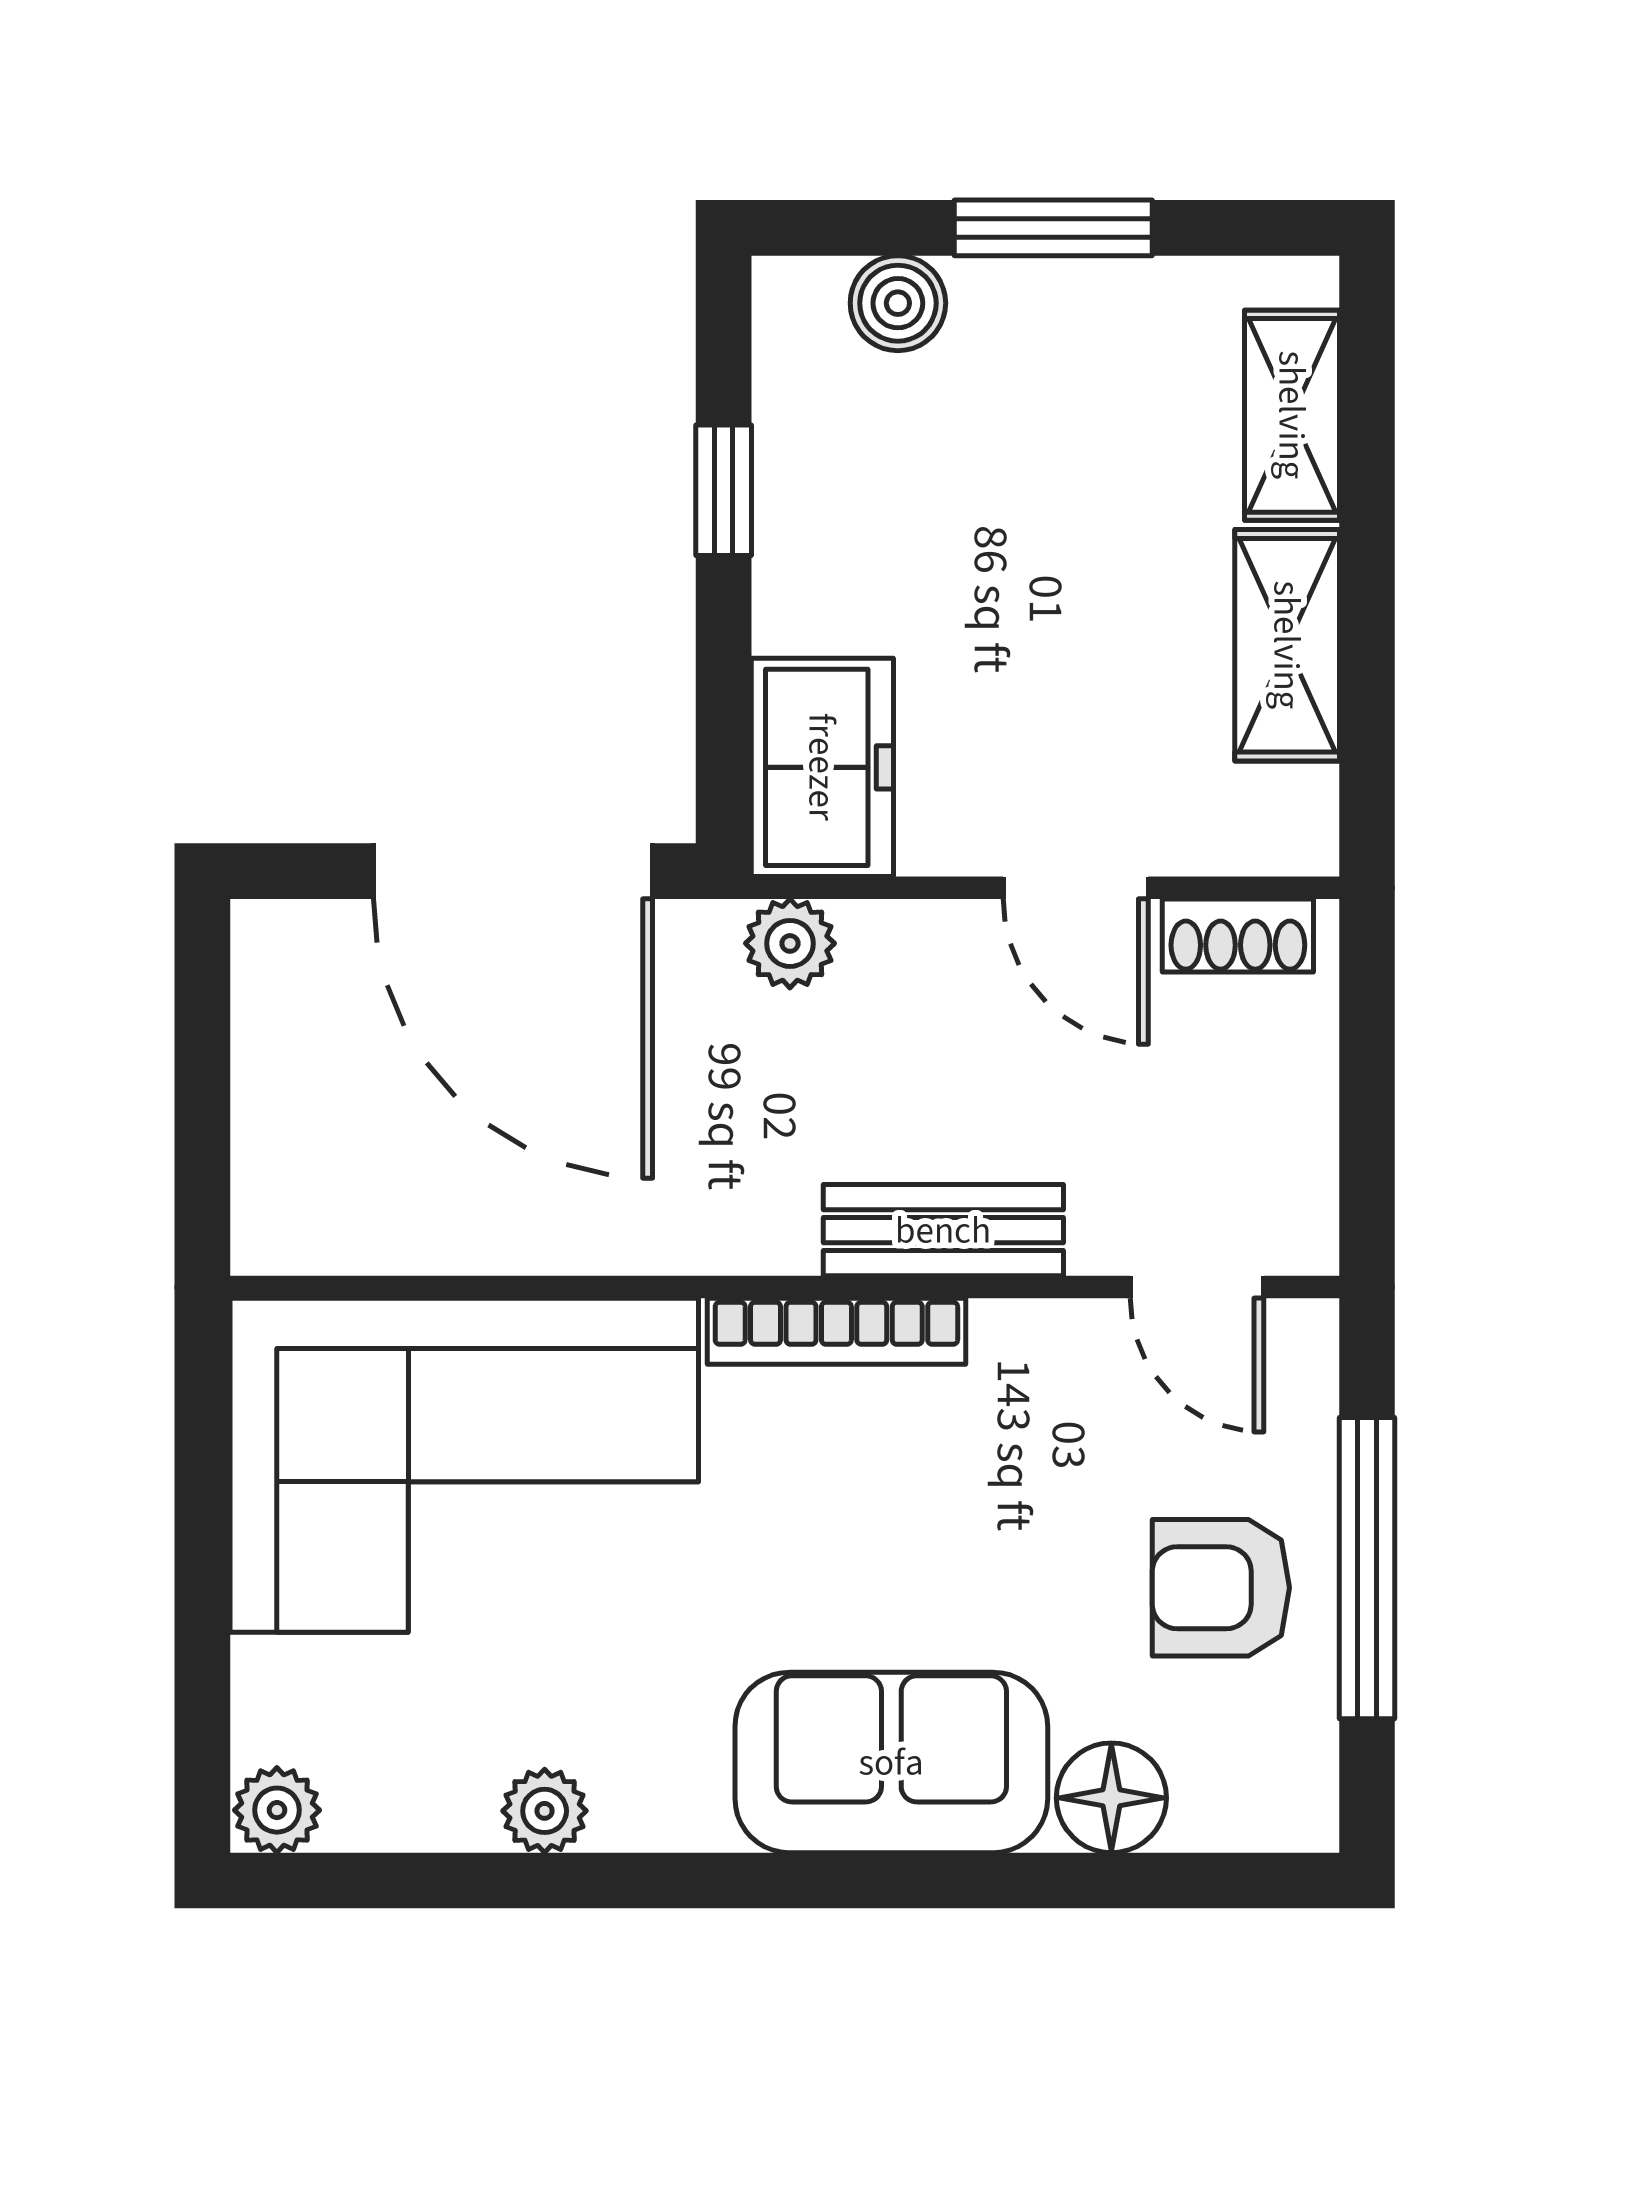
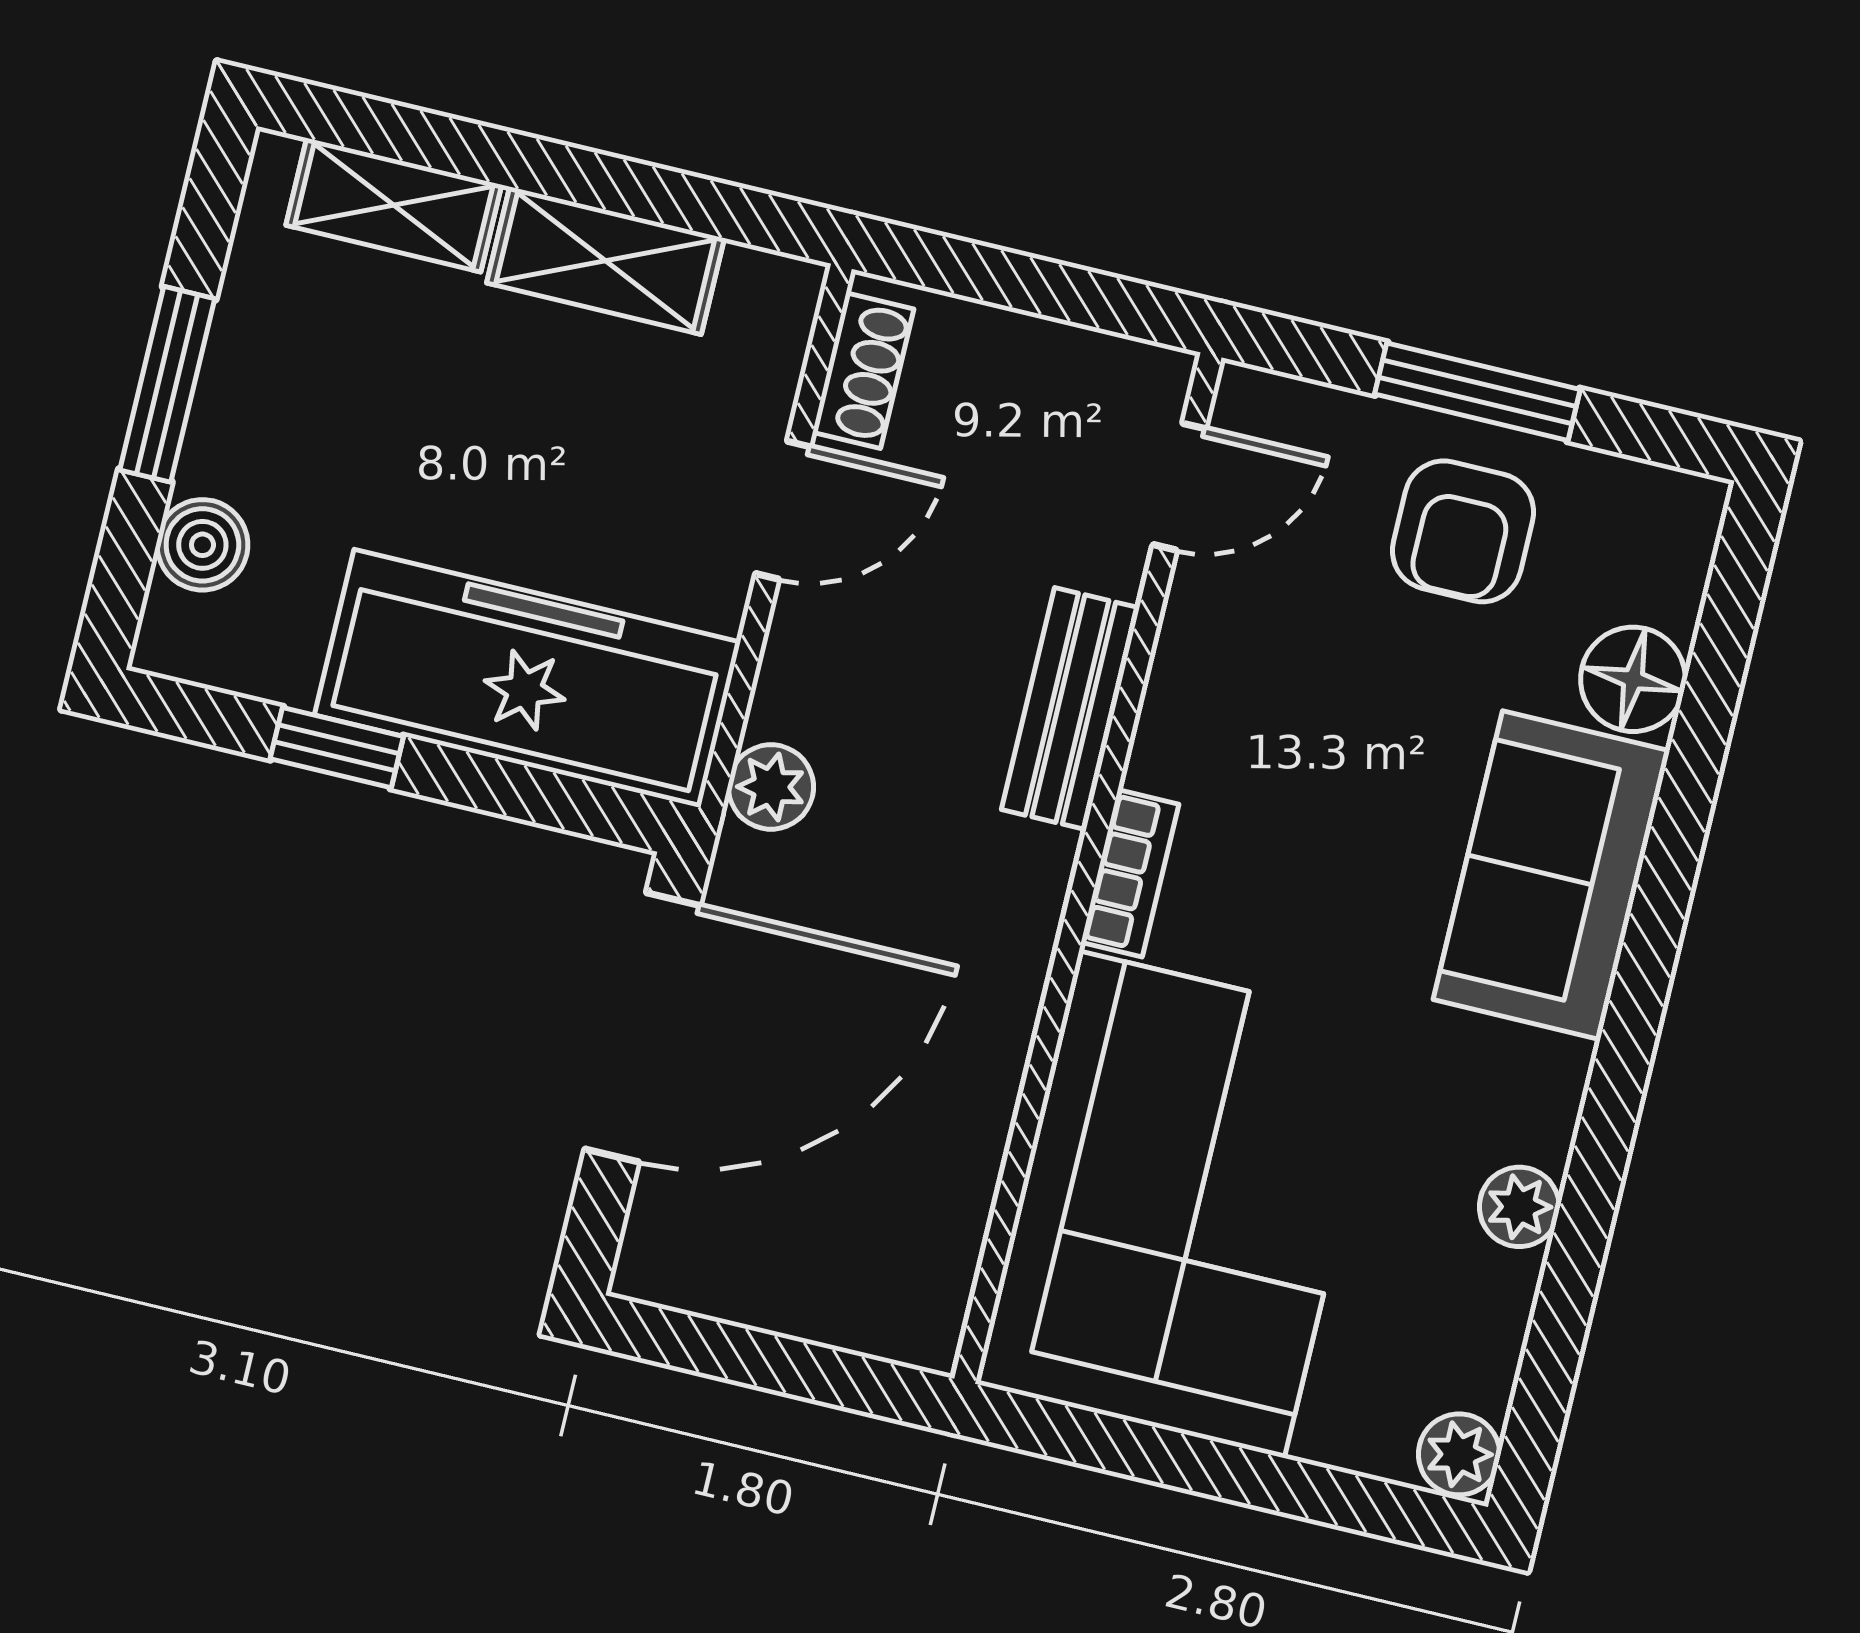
freezer: (822, 767) -> (527, 679), width x1.91, depth x1.26
bookcase: (836, 1331) -> (1130, 873), width x0.64
window: (1367, 1568) -> (1477, 392), width x0.69

